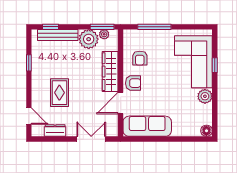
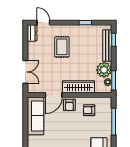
rug: (59, 93) -> (62, 47), turned 90
door: (121, 103) -> (54, 95), swing flipped
door: (29, 116) -> (43, 23), swing flipped
dresser: (55, 130) -> (32, 33), moved

